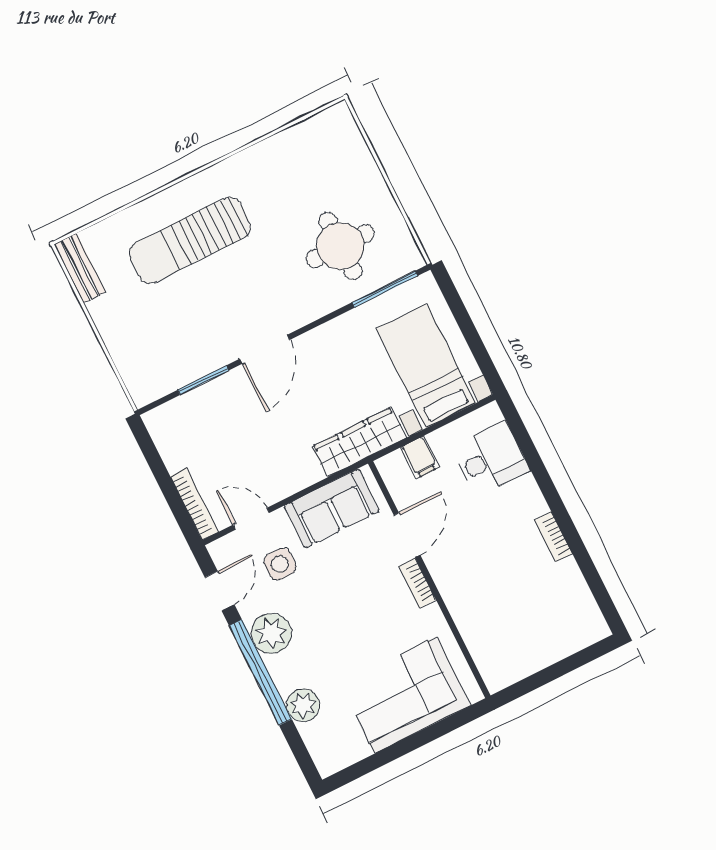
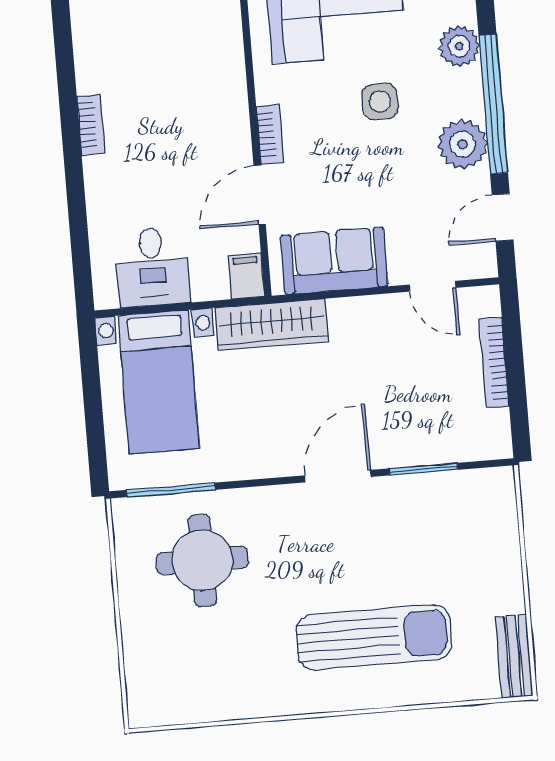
filing cabinet: (420, 457) -> (246, 276), moved
desk: (490, 459) -> (152, 267), moved, turned -90
bookcase: (194, 504) -> (494, 363), moved
side table: (280, 564) -> (380, 101), moved

